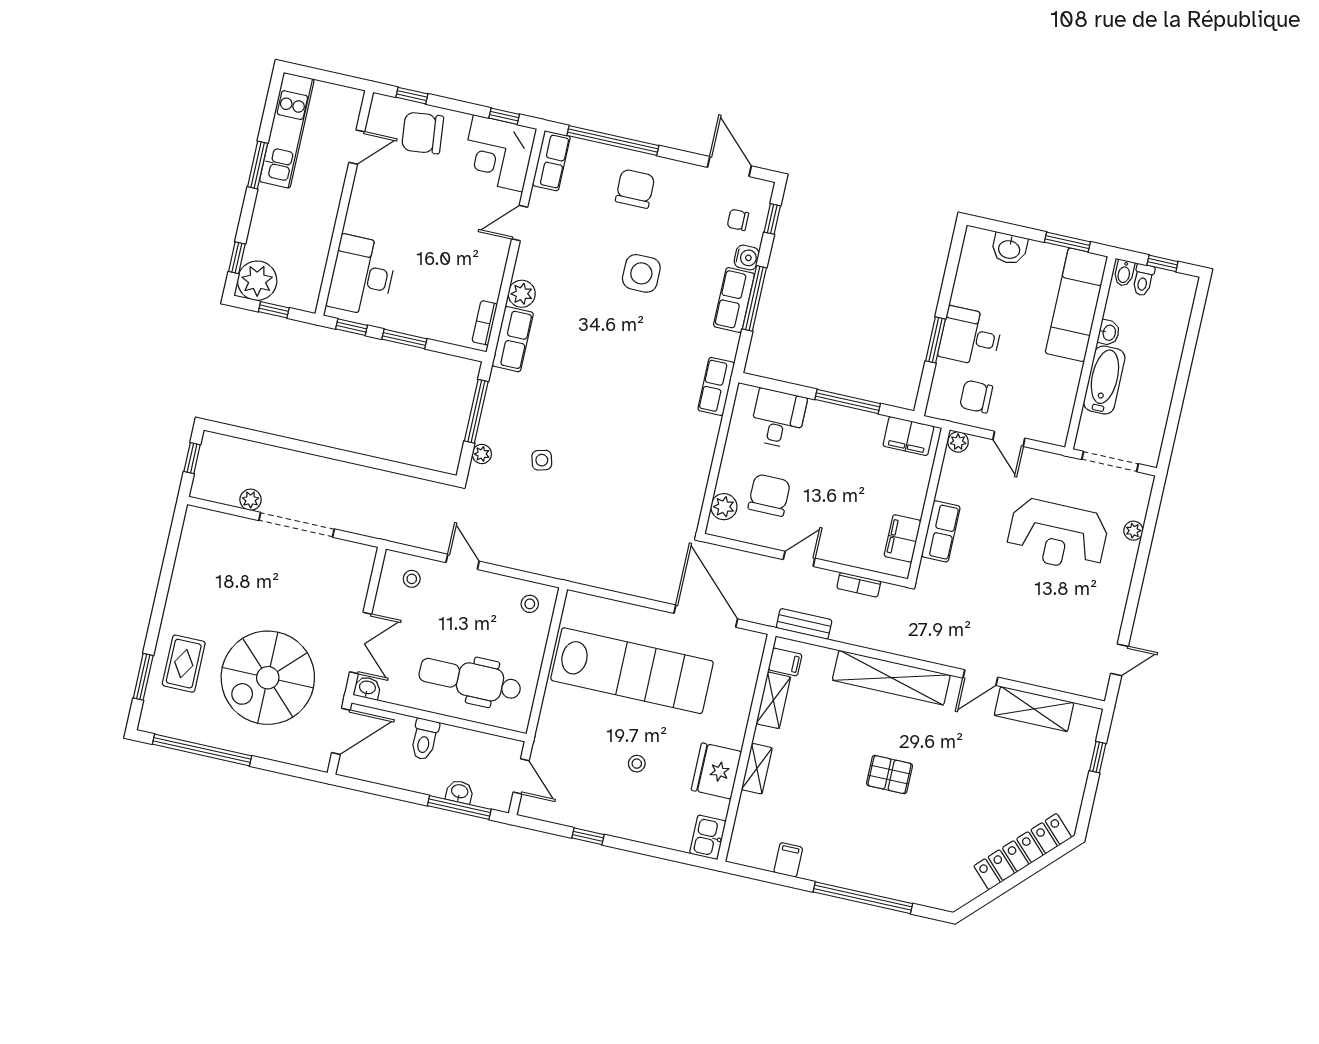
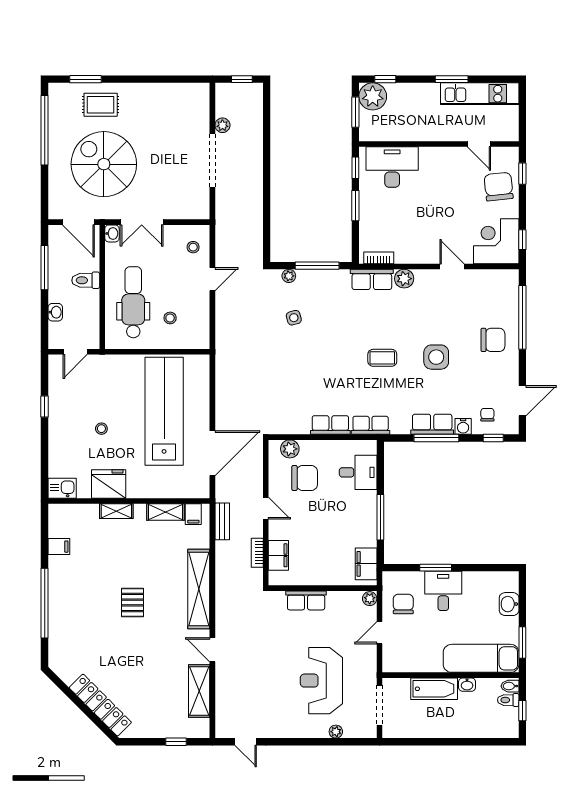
row of seats: (551, 161) -> (330, 425), moved, turned 180
window: (274, 310) -> (355, 112), width x1.50
coffee table: (626, 349) -> (382, 358), added
filing cabinet: (902, 538) -> (278, 555), moved, turned 90
stool: (530, 604) -> (170, 318), moved
lab bench: (632, 671) -> (164, 411), turned 180
window: (459, 808) -> (45, 268), moved

